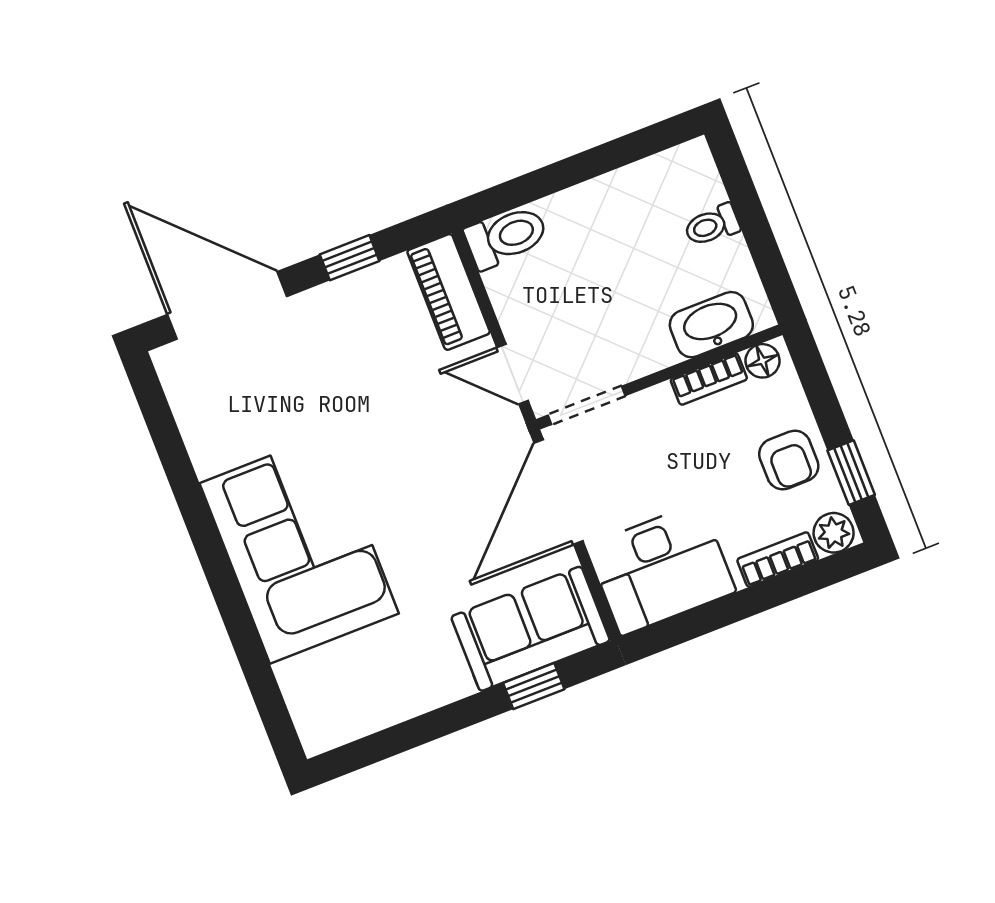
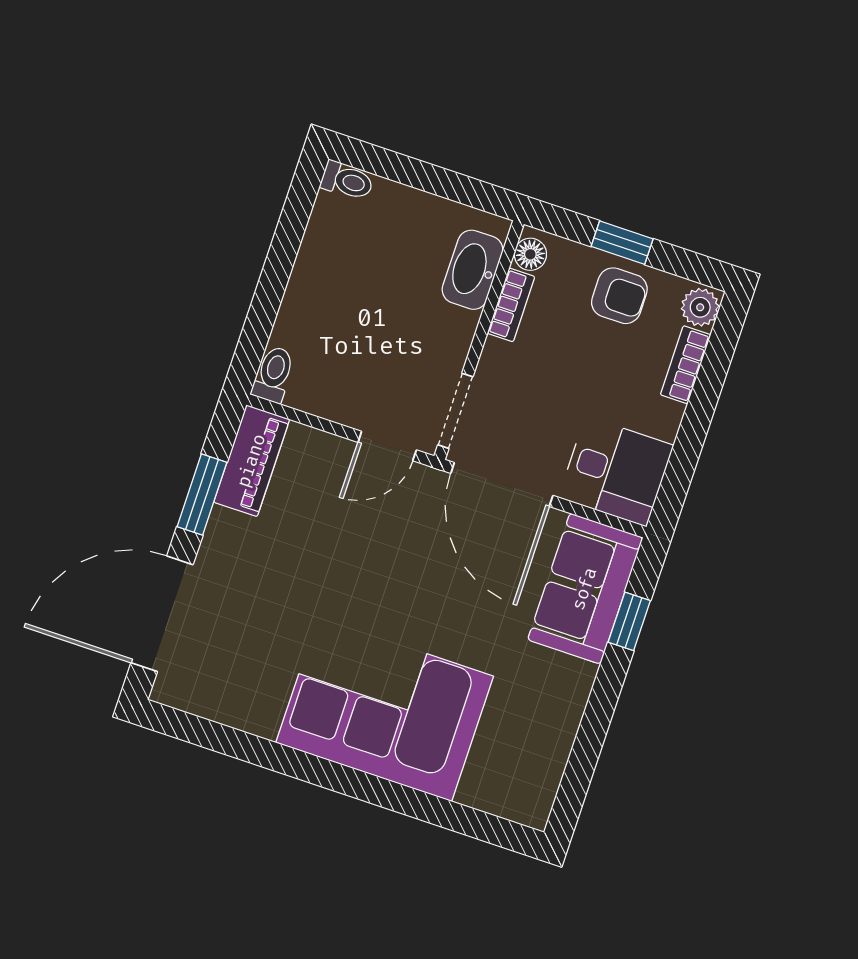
toilet: (712, 225) -> (347, 181), moved, turned -90
toilet: (506, 237) -> (273, 374), width x0.73, depth x0.72
window: (350, 258) -> (202, 494), width x1.50
piano: (449, 292) -> (252, 461), moved, turned -90
window: (851, 473) -> (622, 243), moved
desk: (661, 569) -> (616, 471), width x0.73

